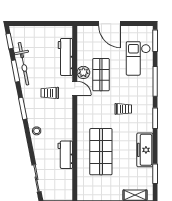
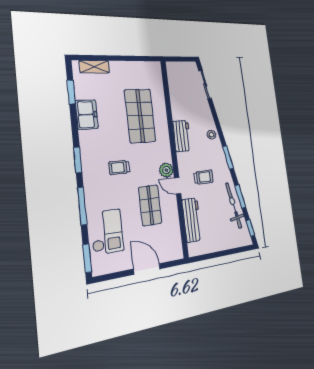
plant: (83, 72) -> (166, 170), moved
freezer: (145, 150) -> (87, 114), width x0.71
workbench: (65, 155) -> (182, 136), moved

